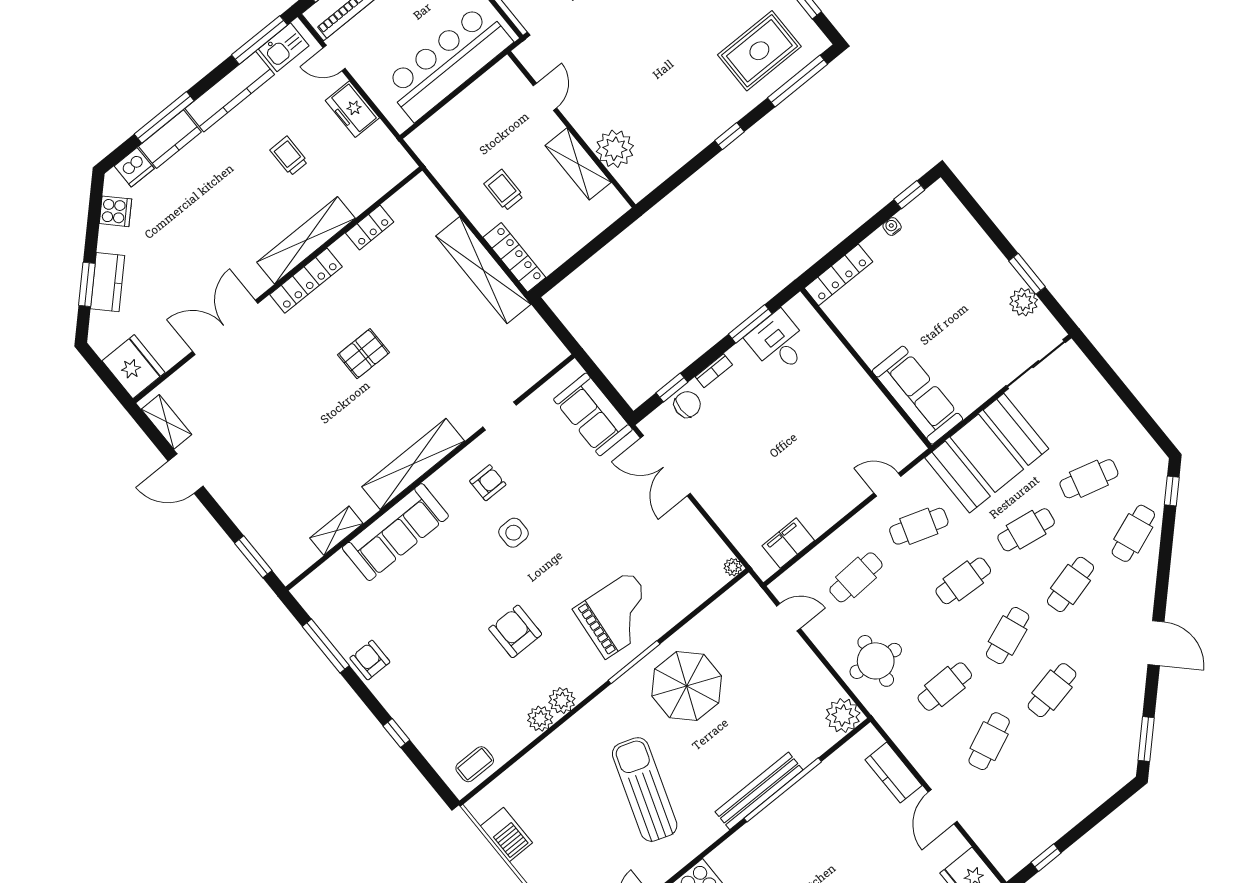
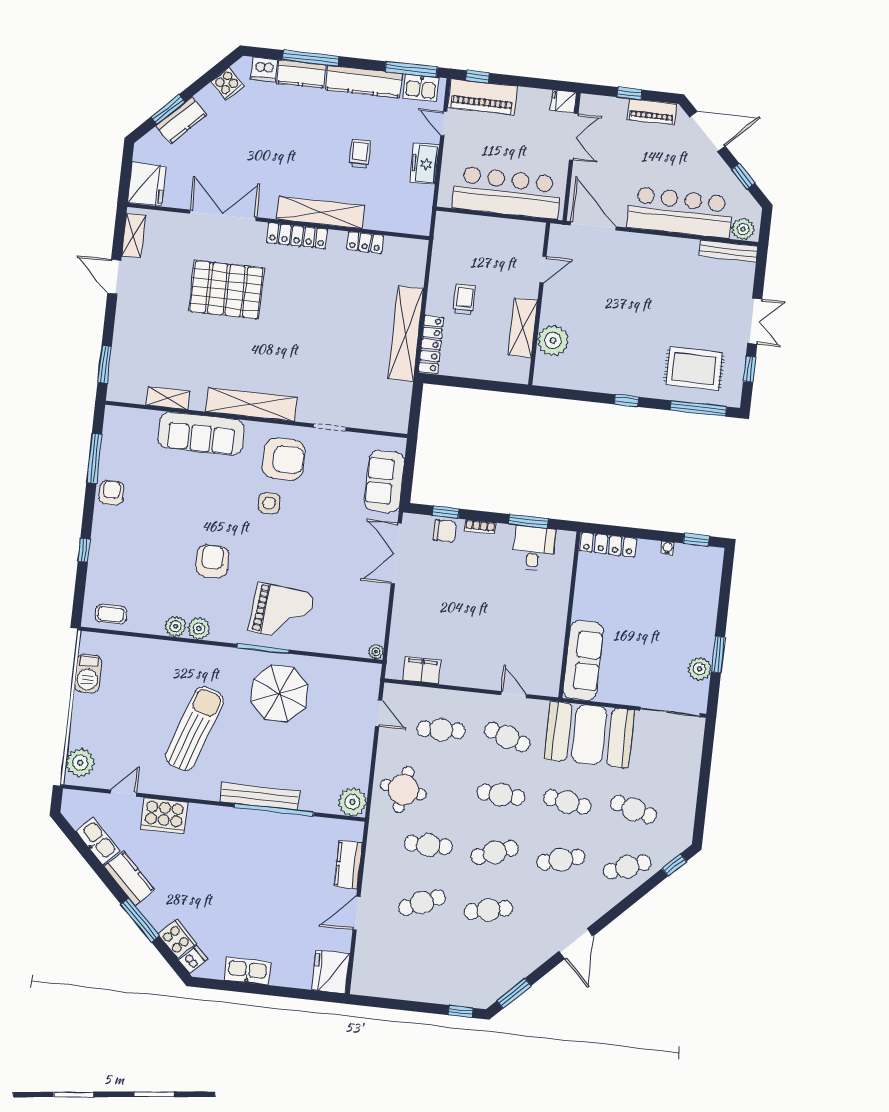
pallet: (364, 354) -> (226, 290), moved, width x2.05, depth x2.00
armchair: (488, 483) -> (284, 459), width x1.88, depth x1.88
window: (1046, 858) -> (461, 1011), moved

